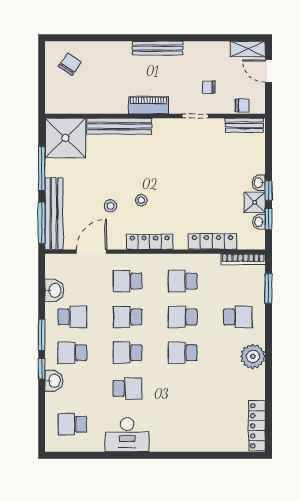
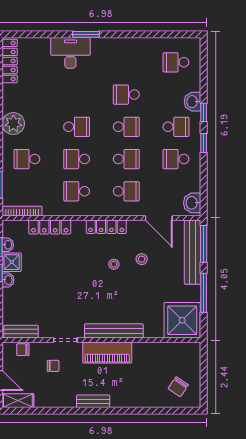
bench: (158, 48) -> (93, 401), width x0.73
piano: (149, 105) -> (107, 352), width x1.37, depth x1.33
bench: (119, 126) -> (114, 331), moved
door: (91, 252) -> (159, 218), hinge flipped
school desk: (183, 281) -> (77, 191), turned 180
washbasin: (54, 290) -> (192, 203), moved
school desk: (183, 317) -> (77, 159), turned 180
window: (42, 335) -> (204, 143), width x0.67
school desk: (72, 424) -> (176, 62), turned 180
desk: (127, 435) -> (70, 53), moved
window: (172, 455) -> (86, 34), added

